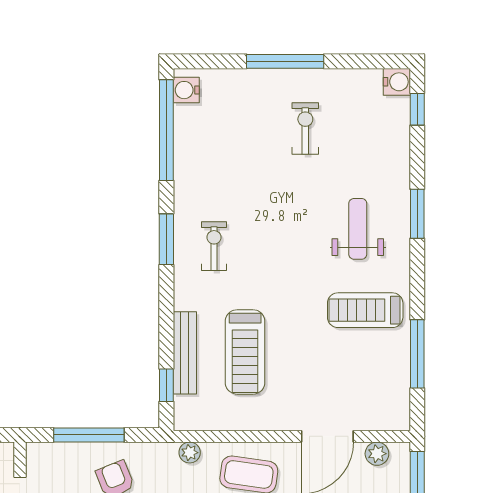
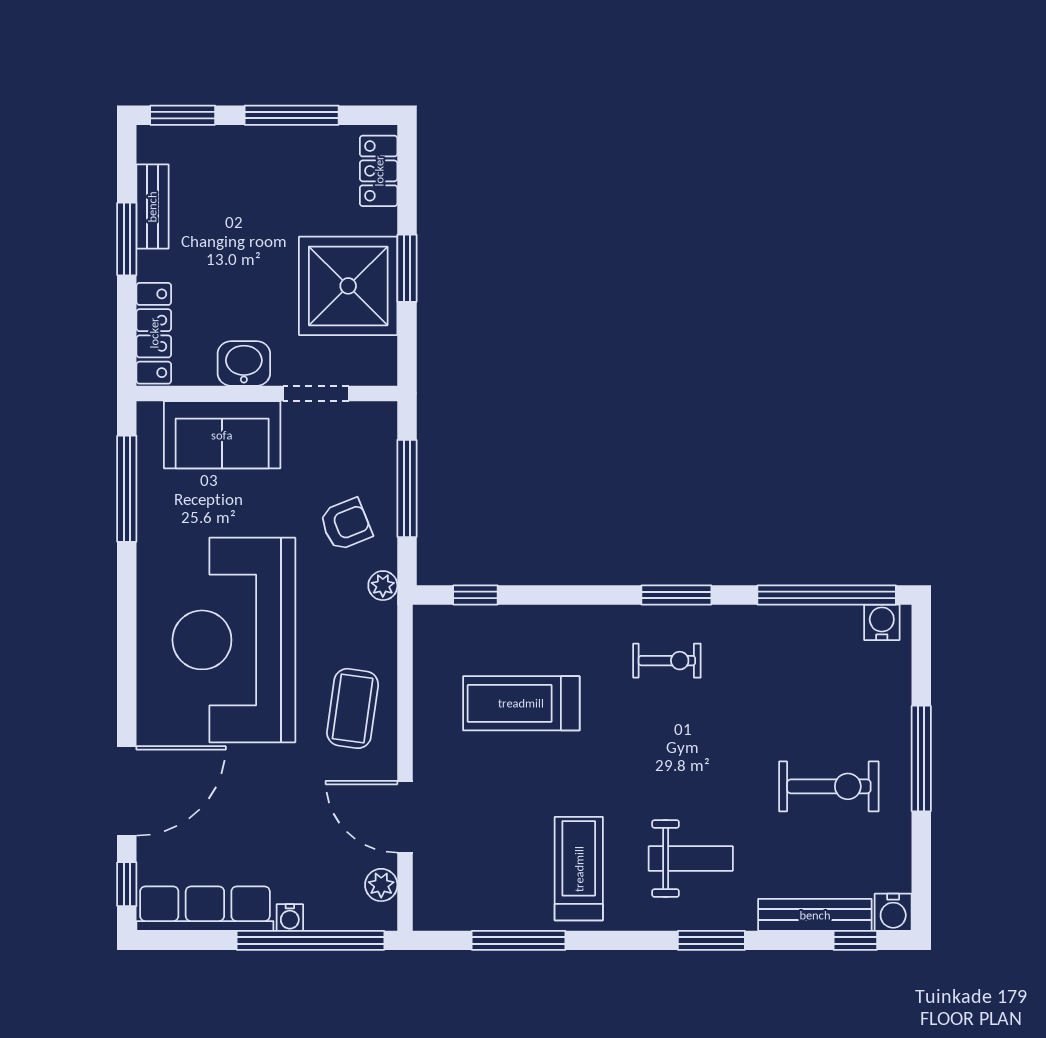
exercise bike: (305, 128) -> (829, 786), width x1.38, depth x1.39
bench: (185, 353) -> (815, 915), moved
plant: (190, 453) -> (383, 586), moved

